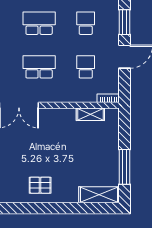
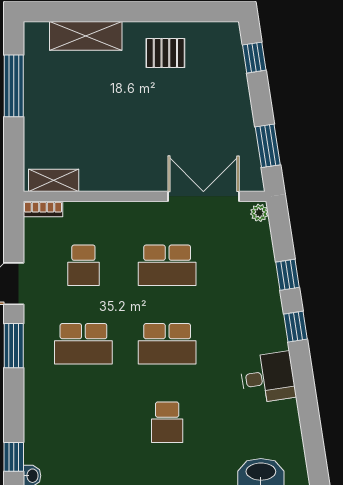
school desk: (86, 23) -> (83, 344), width x1.85
shelving: (90, 114) -> (54, 180), moved
shelving: (99, 195) -> (86, 36), moved

